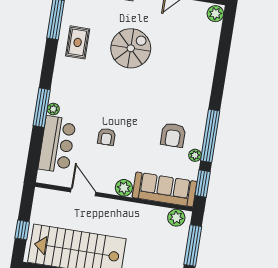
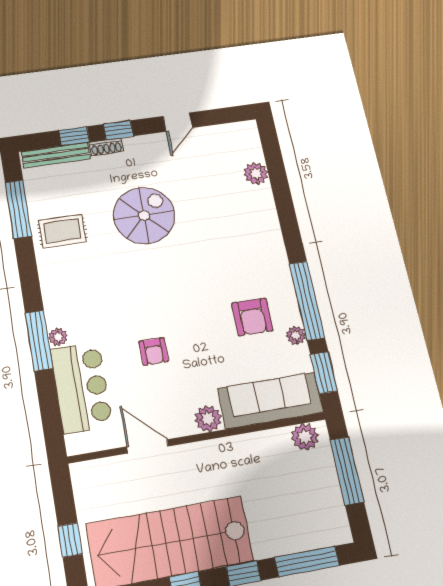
plant: (215, 14) -> (256, 173), moved
rug: (78, 42) -> (62, 231), turned 90

